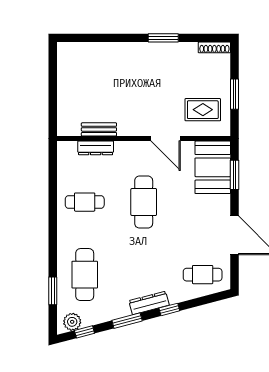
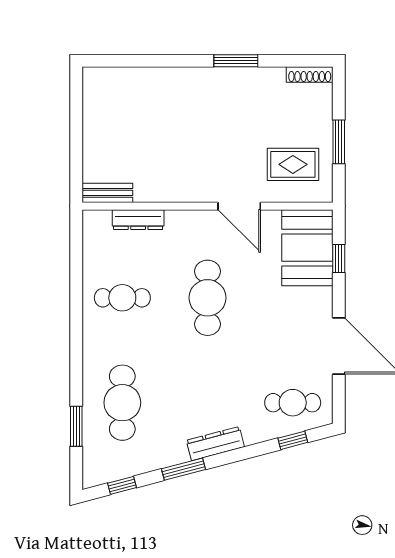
bench: (99, 129) -> (107, 193), moved
window: (235, 175) -> (339, 258), width x0.67
window: (169, 309) -> (293, 440), moved
plant: (72, 322) -> (104, 471), removed

